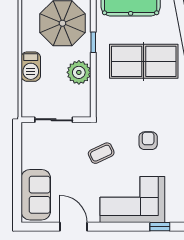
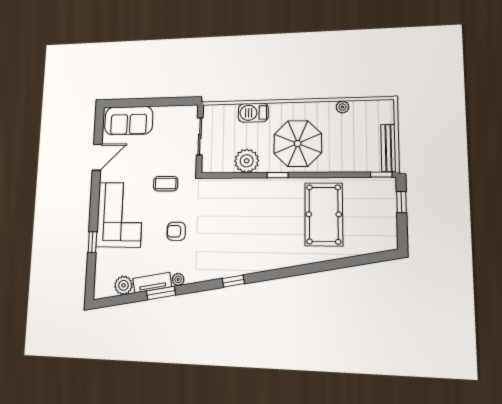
table tennis table: (144, 61) -> (257, 228), removed
armchair: (148, 141) -> (176, 231), turned 180
coffee table: (101, 153) -> (166, 184), turned -65

